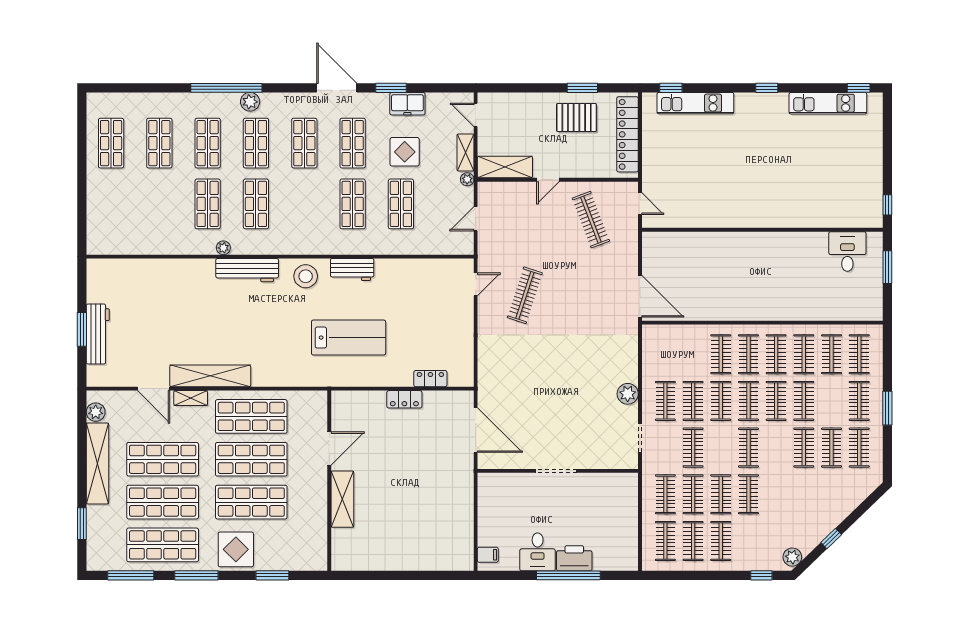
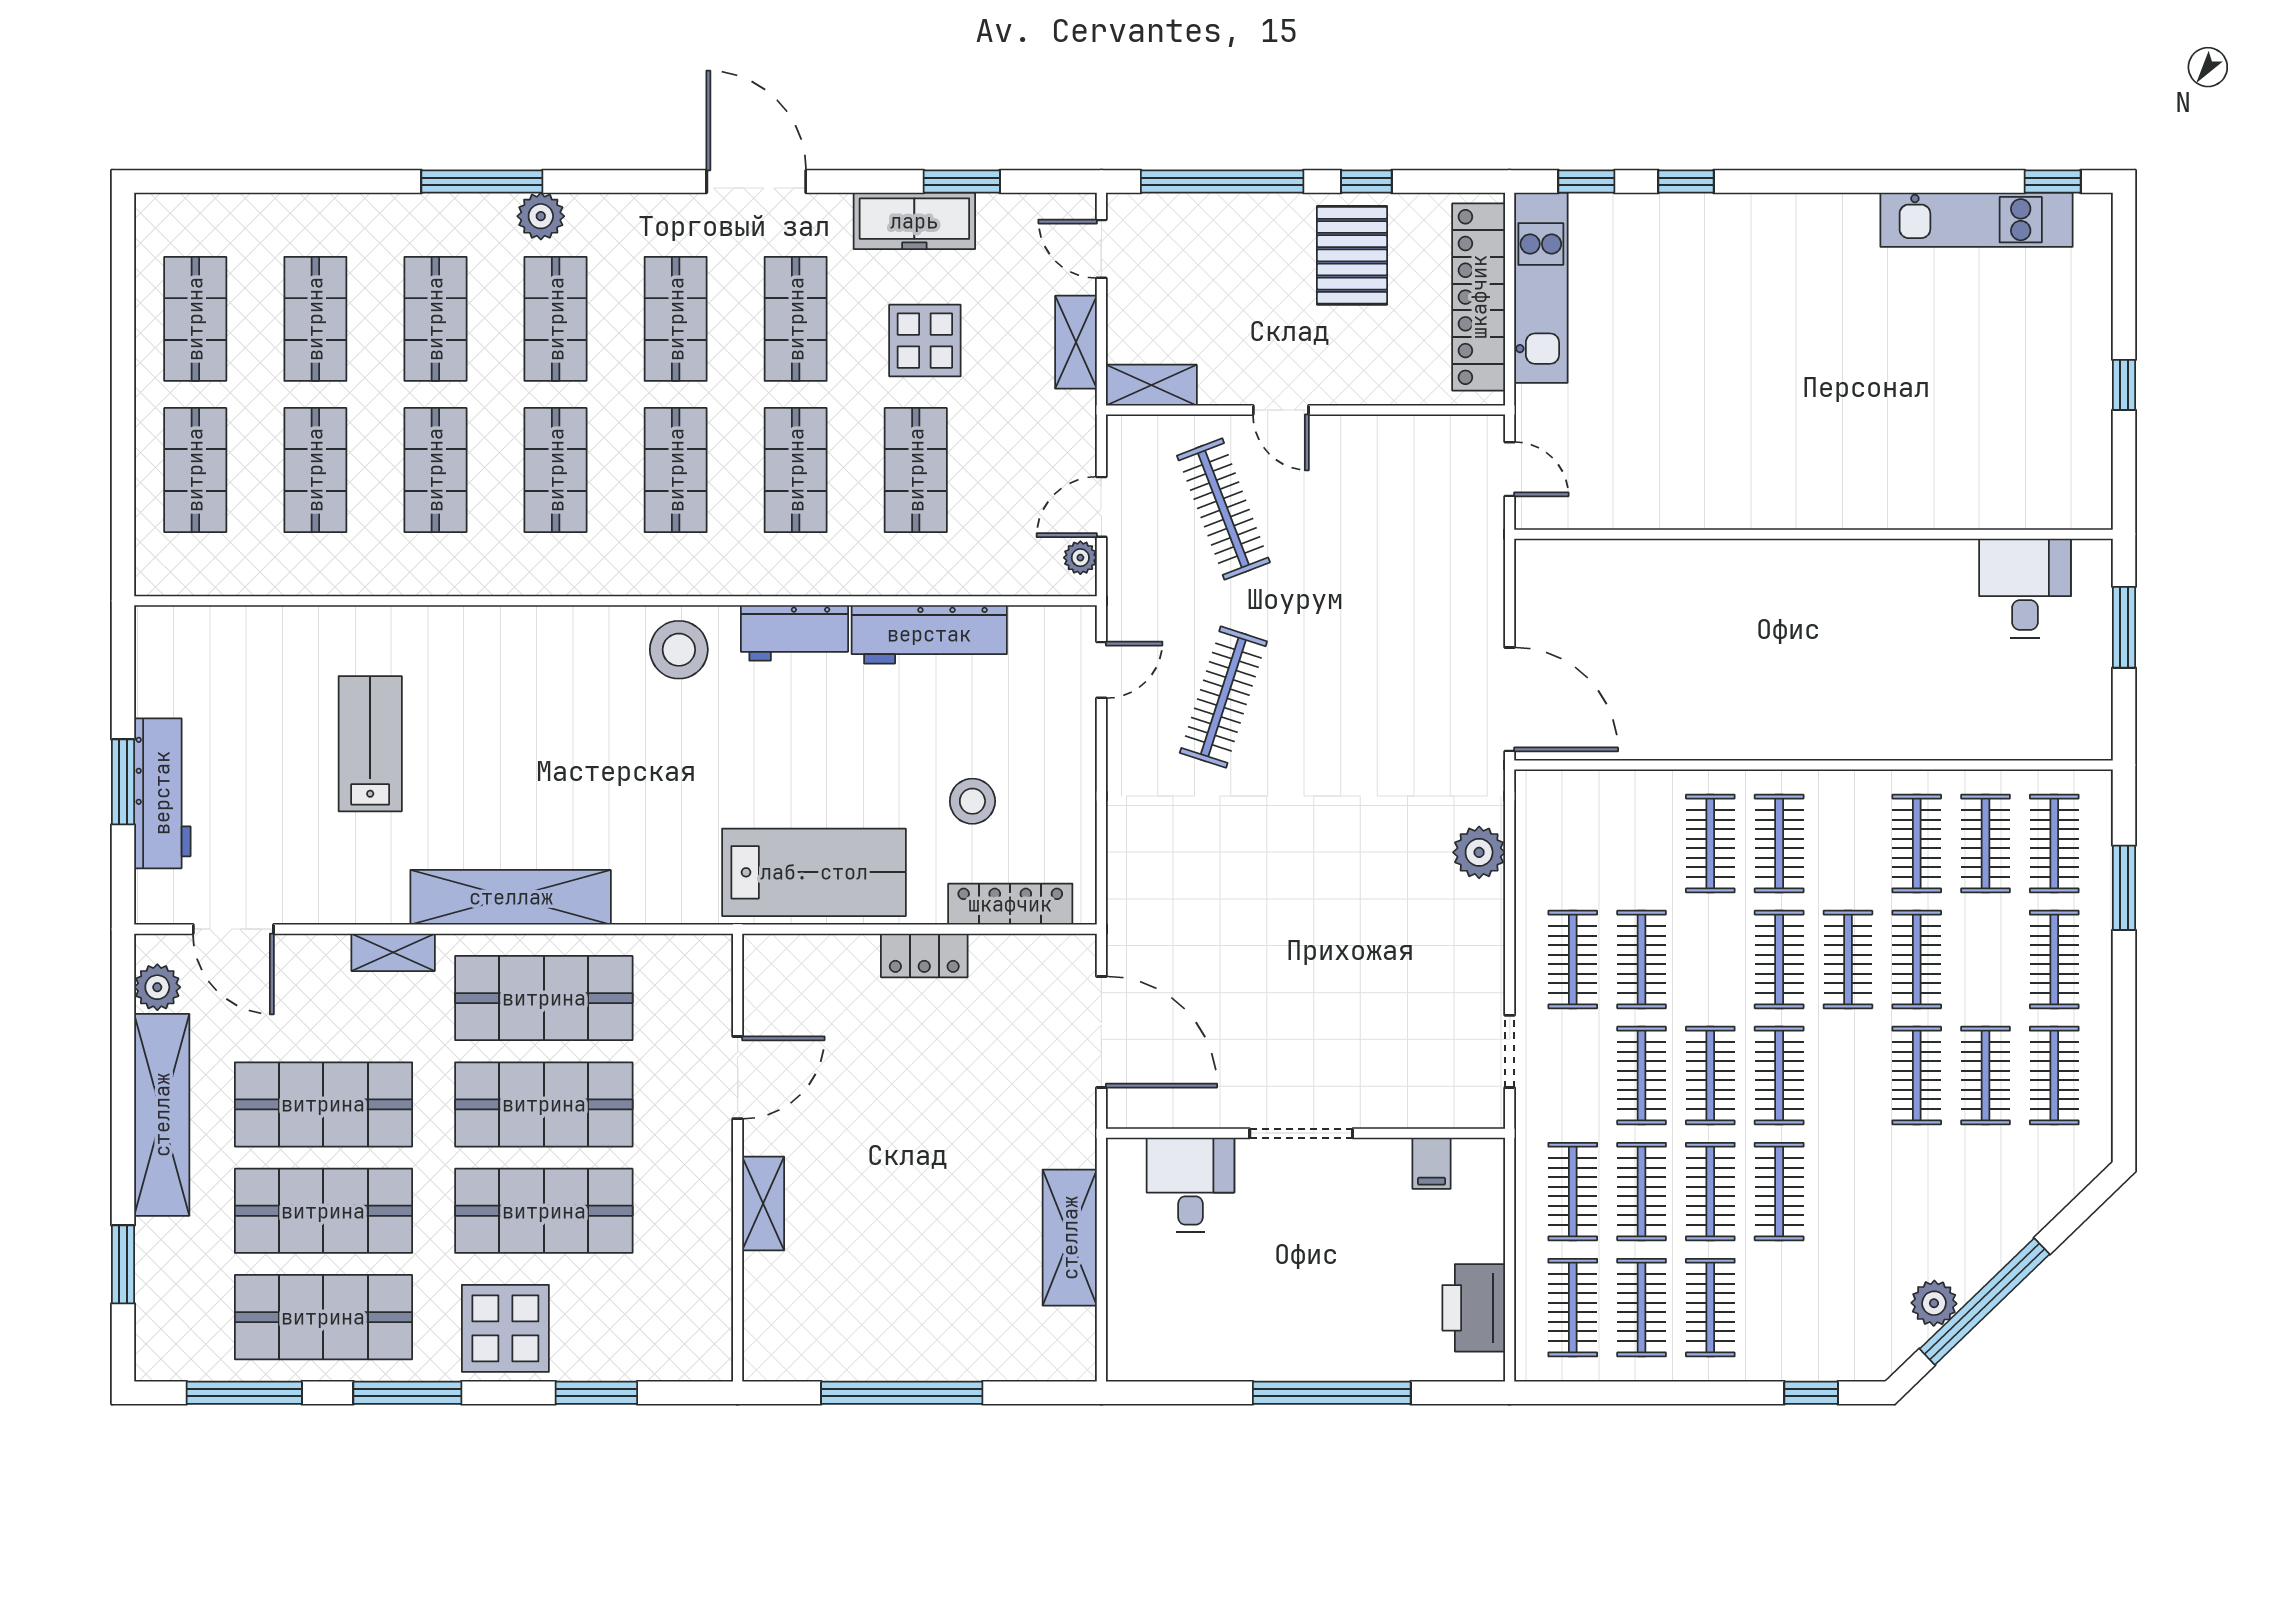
window: (226, 88) -> (482, 182), width x0.68
window: (391, 88) -> (962, 182), moved
window: (524, 88) -> (1222, 182), added
window: (582, 88) -> (1366, 182), width x0.67
window: (767, 88) -> (1686, 182), moved
kitchen unit: (695, 103) -> (1541, 288), moved, turned -90
freezer: (407, 104) -> (914, 221), width x1.40
pallet: (577, 118) -> (1352, 255), turned 90
shelving: (505, 167) -> (1151, 385), width x0.67, depth x0.75
plant: (467, 179) -> (1080, 558), moved
door: (548, 180) -> (1281, 410), hinge flipped
shop shelf: (111, 204) -> (195, 470), added
shop shelf: (159, 204) -> (315, 470), added
shop shelf: (304, 204) -> (676, 470), added
window: (887, 205) -> (2124, 385), moved
clothes rail: (591, 220) -> (1223, 509), moved
plant: (223, 248) -> (475, 579), removed
workbench: (247, 270) -> (929, 634), moved
lab bench: (181, 314) -> (370, 744), added
stool: (424, 337) -> (972, 801), added
lab bench: (349, 338) -> (814, 872), moved
clothes rail: (776, 354) -> (1848, 843), removed
shelving: (210, 376) -> (511, 897), moved
locker: (430, 379) -> (1010, 904), width x1.53
door: (154, 389) -> (233, 929), moved
plant: (628, 394) -> (1479, 852), moved
clothes rail: (721, 401) -> (1710, 1076), moved
window: (887, 408) -> (2124, 888), moved
shelving: (342, 499) -> (763, 1204), width x0.67, depth x0.75
shelving: (463, 513) -> (1070, 1238), added
window: (831, 539) -> (1985, 1302), width x3.17
desk: (538, 552) -> (1190, 1185), moved, turned 180
filing cabinet: (488, 555) -> (1432, 1163), moved, turned 90
plant: (792, 557) -> (1934, 1303), moved
printer: (574, 558) -> (1474, 1308), moved, turned -90
window: (395, 575) -> (902, 1393), added

